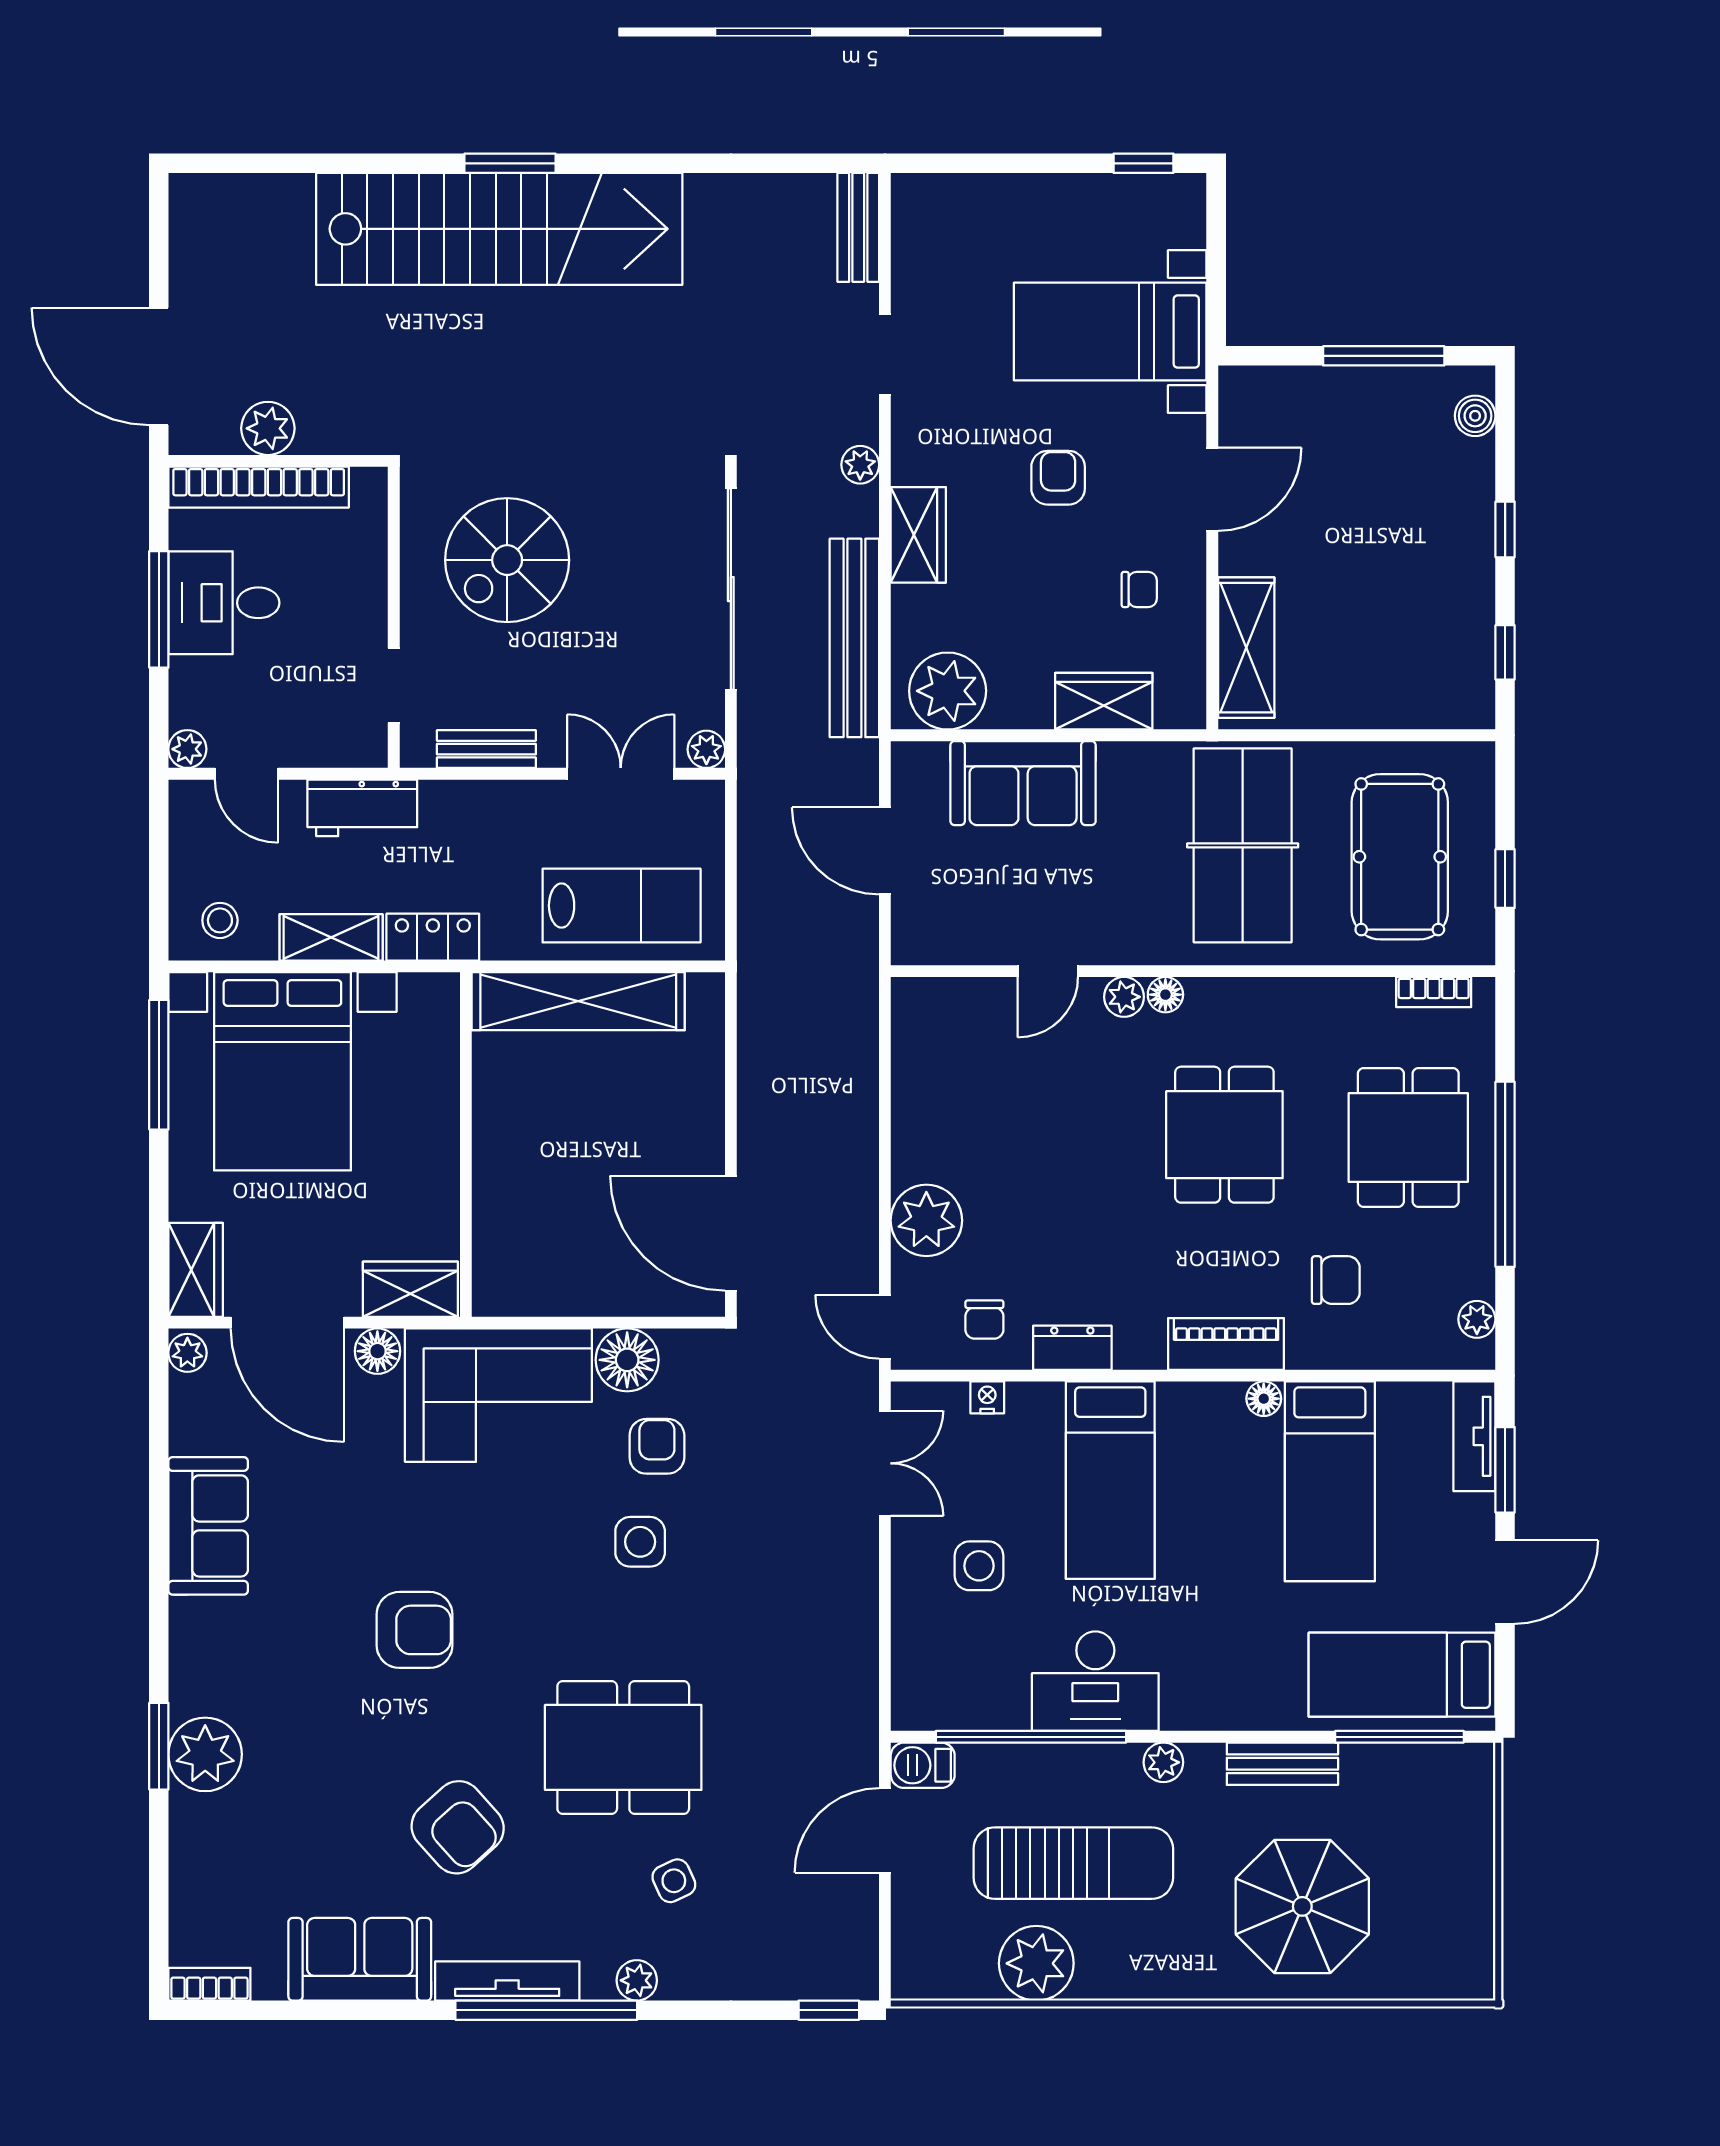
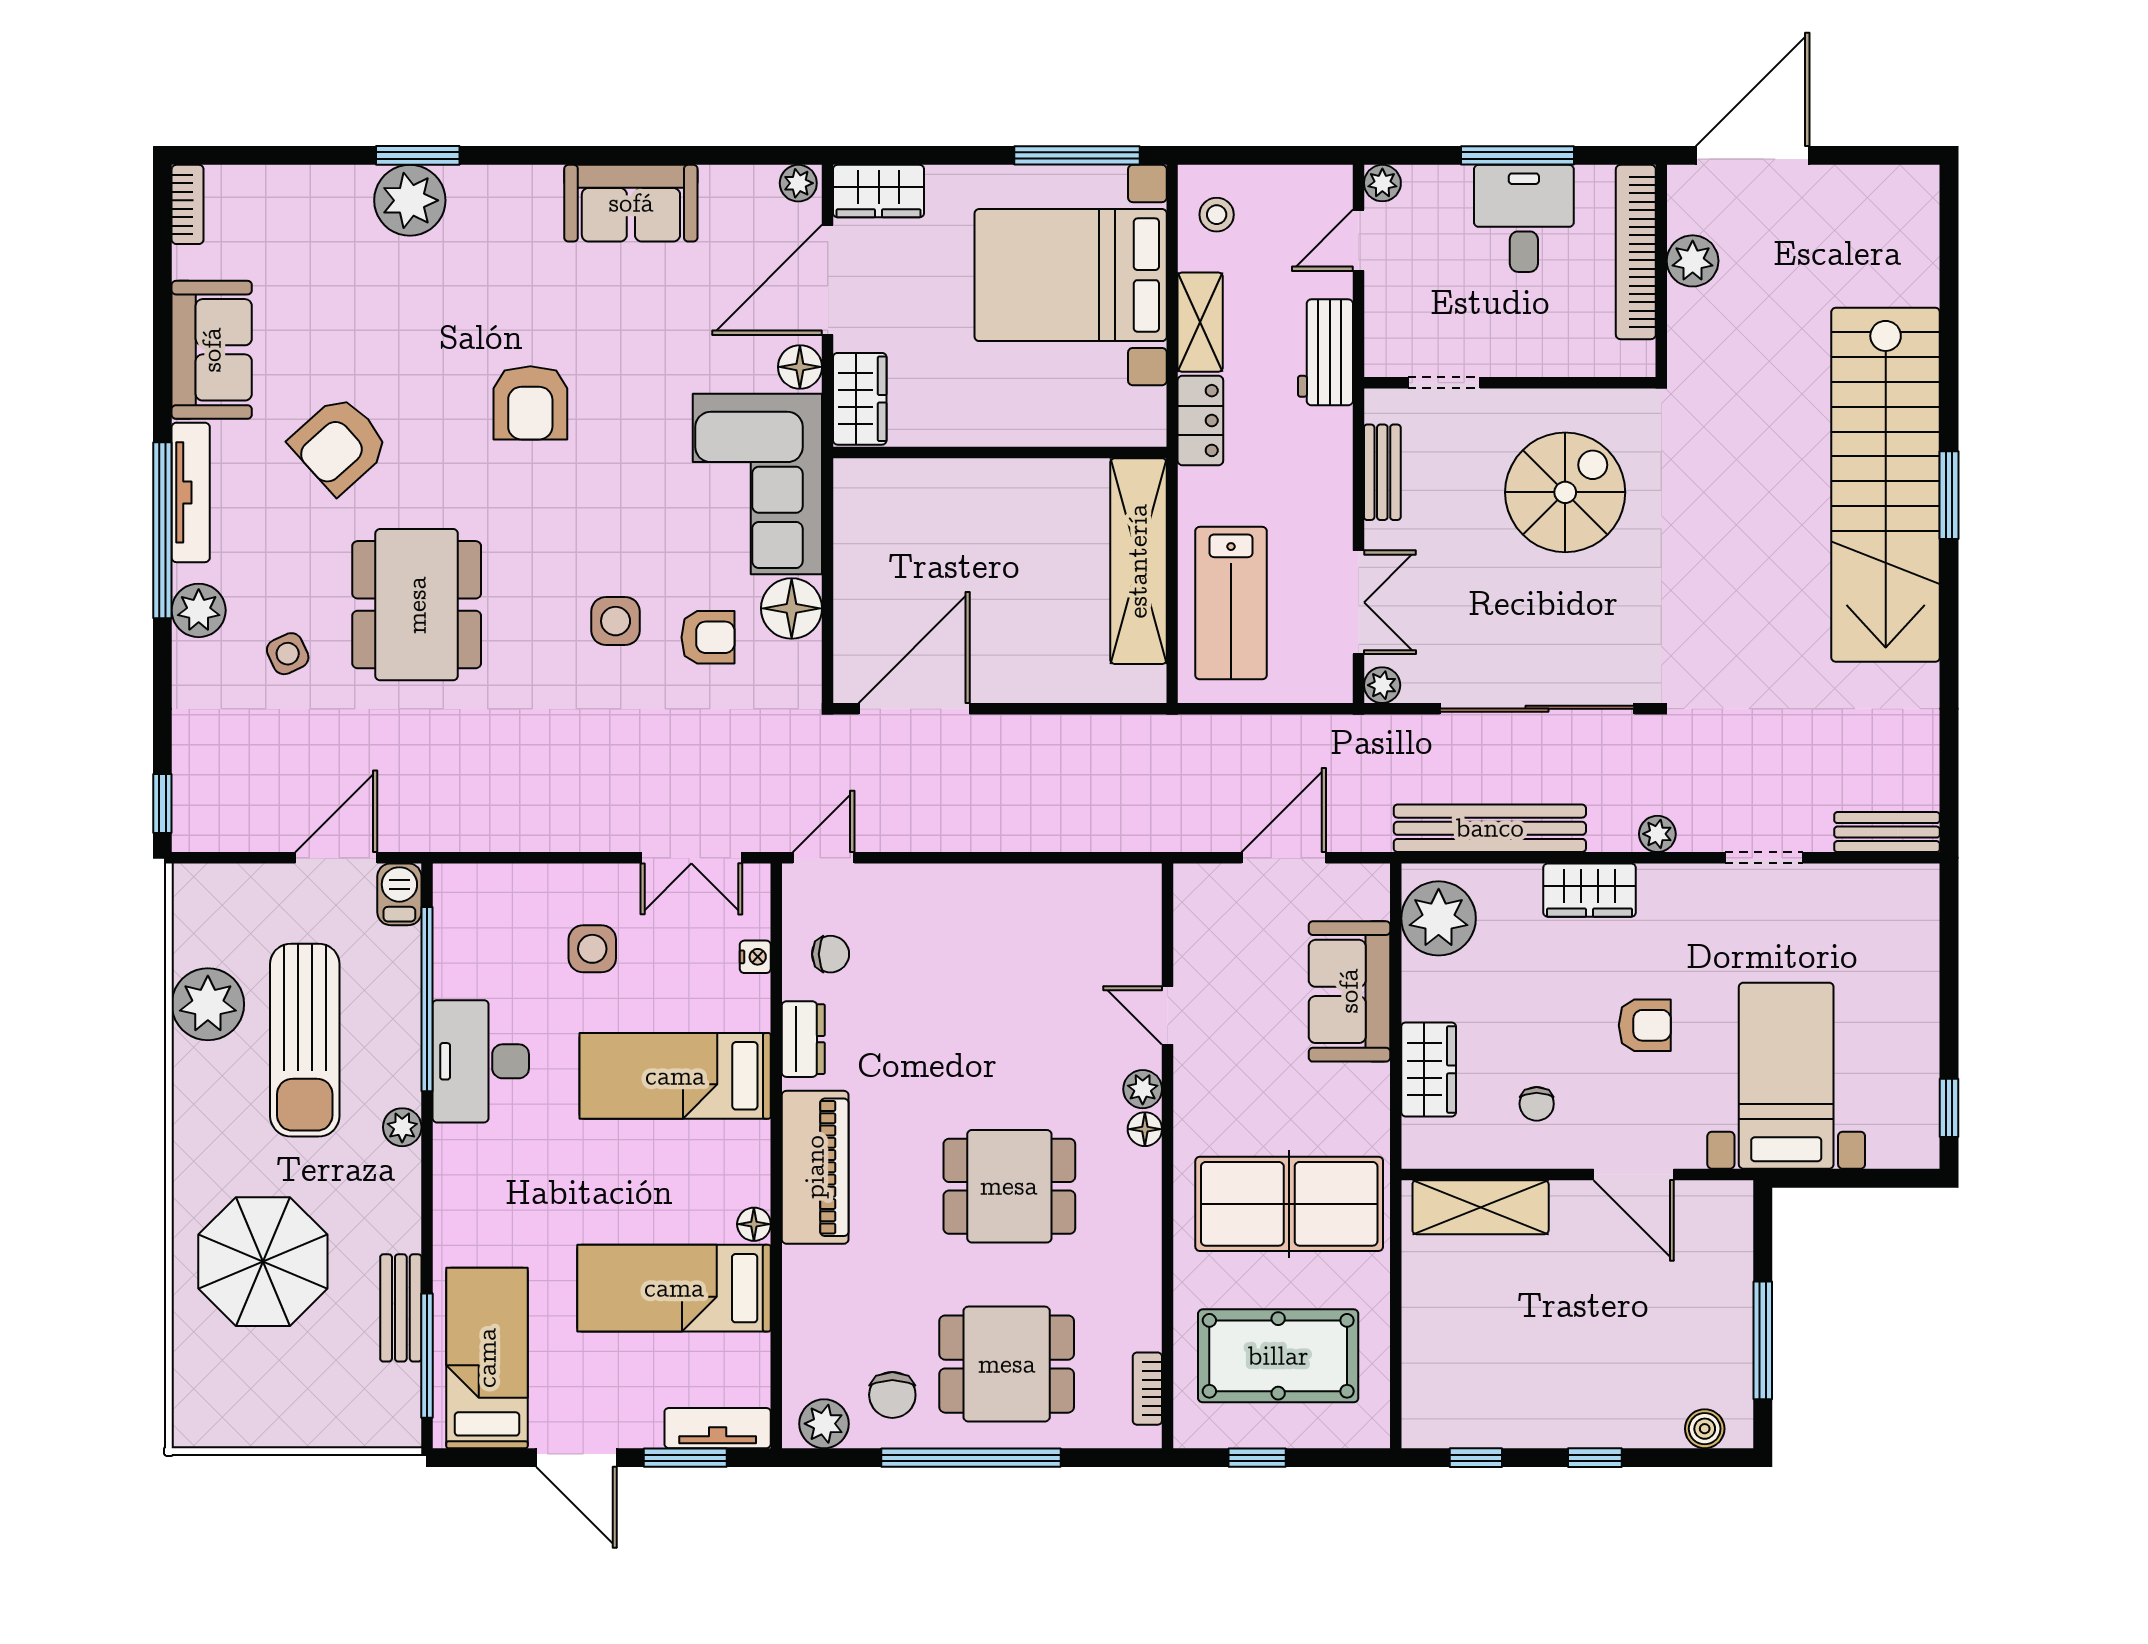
spiral stairs: (507, 560) -> (1565, 492), turned 90
plant: (926, 1220) -> (926, 898), removed
chair: (1336, 1280) -> (892, 1395), moved
plant: (1477, 1319) -> (824, 1424), width x1.38, depth x1.38
chair: (984, 1320) -> (831, 954), turned 180
piano: (1226, 1344) -> (815, 1167), width x1.37, depth x1.33
bench: (1282, 1764) -> (401, 1308), moved
door: (885, 1830) -> (336, 858), hinge flipped
plant: (637, 1980) -> (199, 610), width x1.38, depth x1.38

